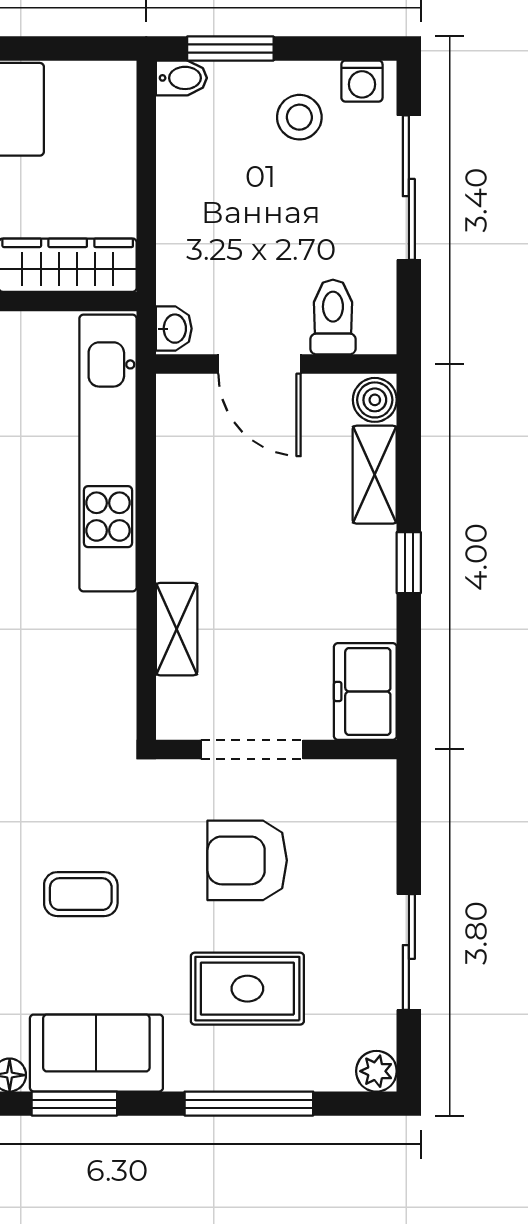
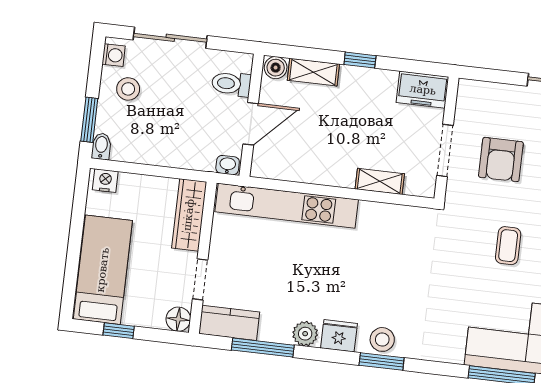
nightstand: (115, 94) -> (105, 181), added

